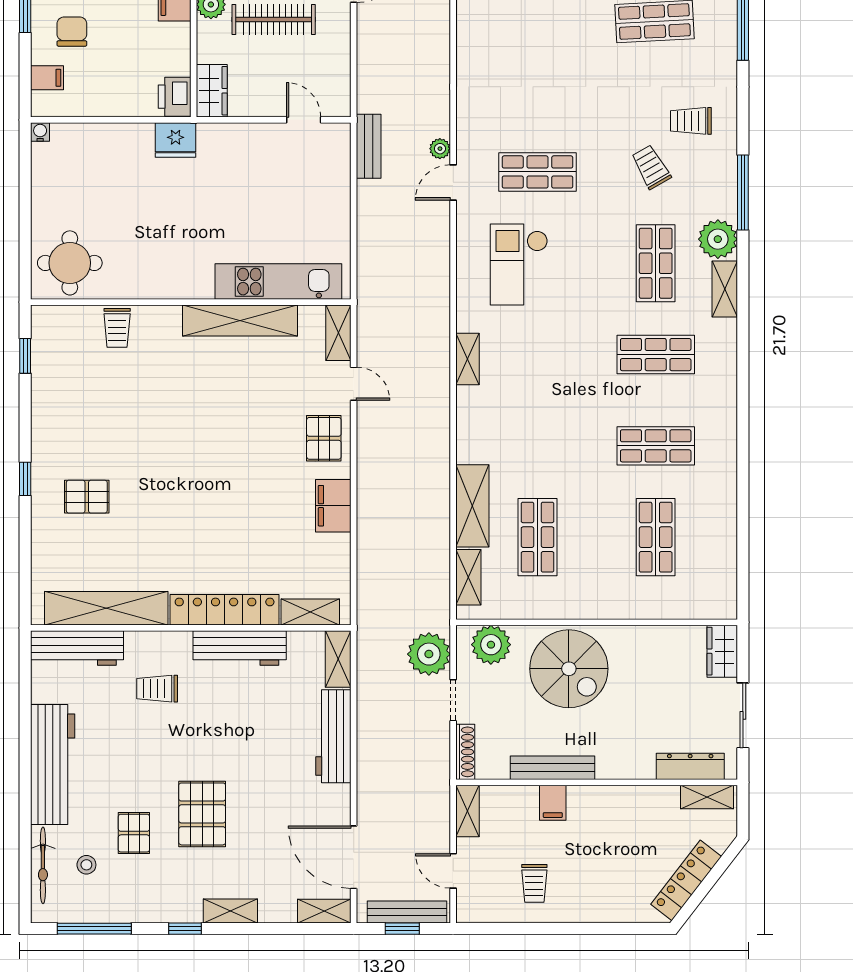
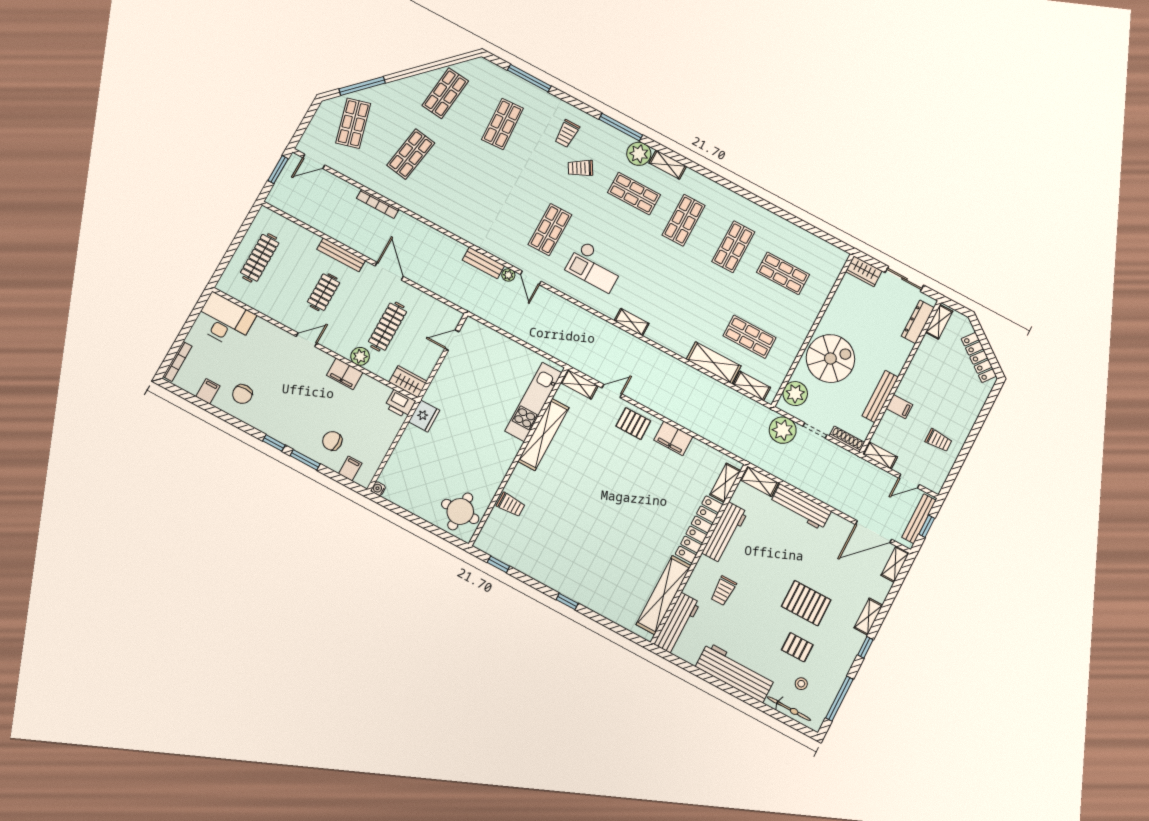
bench: (369, 146) -> (483, 263), moved
pallet: (87, 497) -> (596, 572), removed

